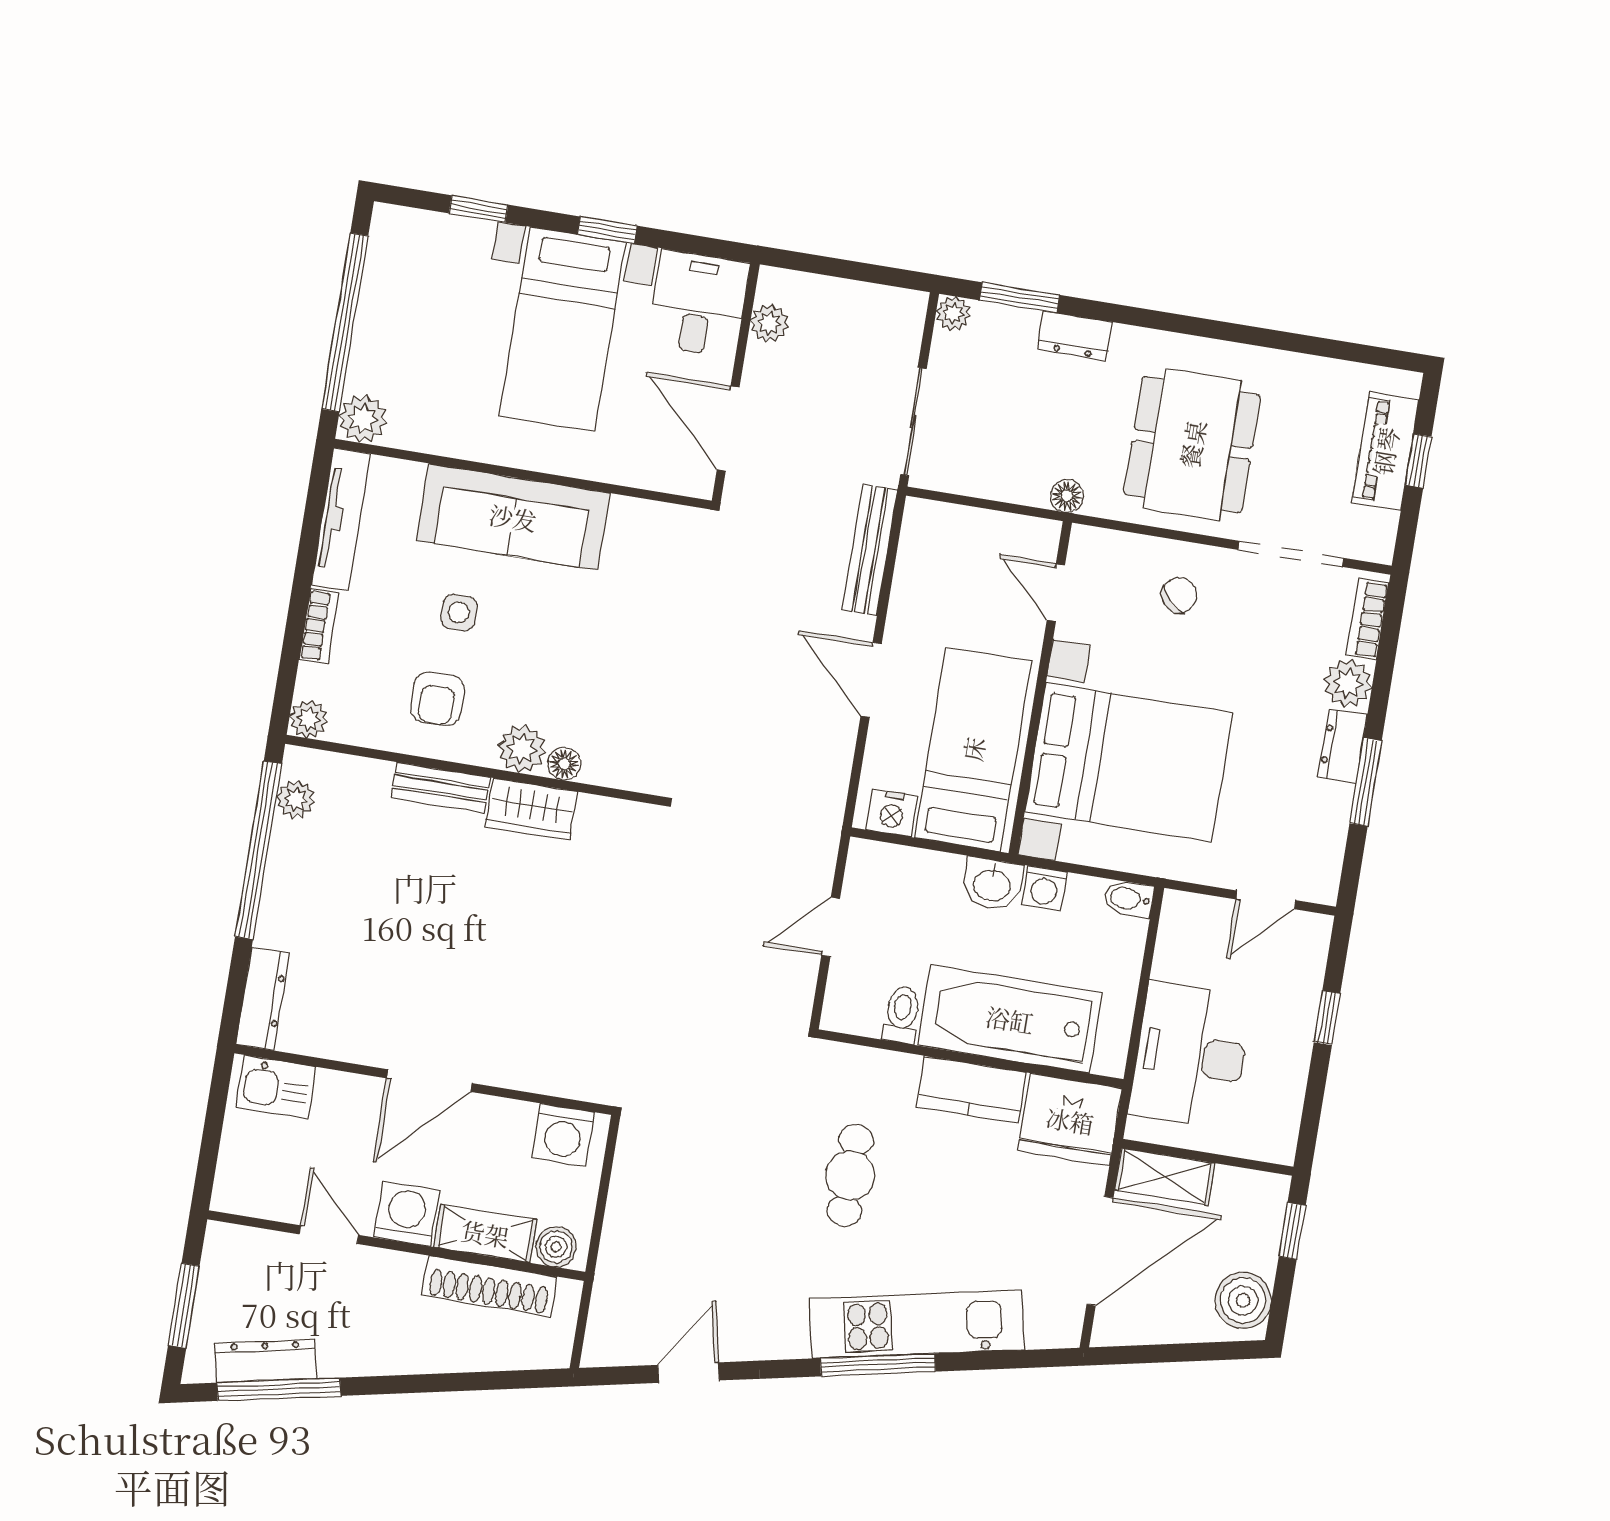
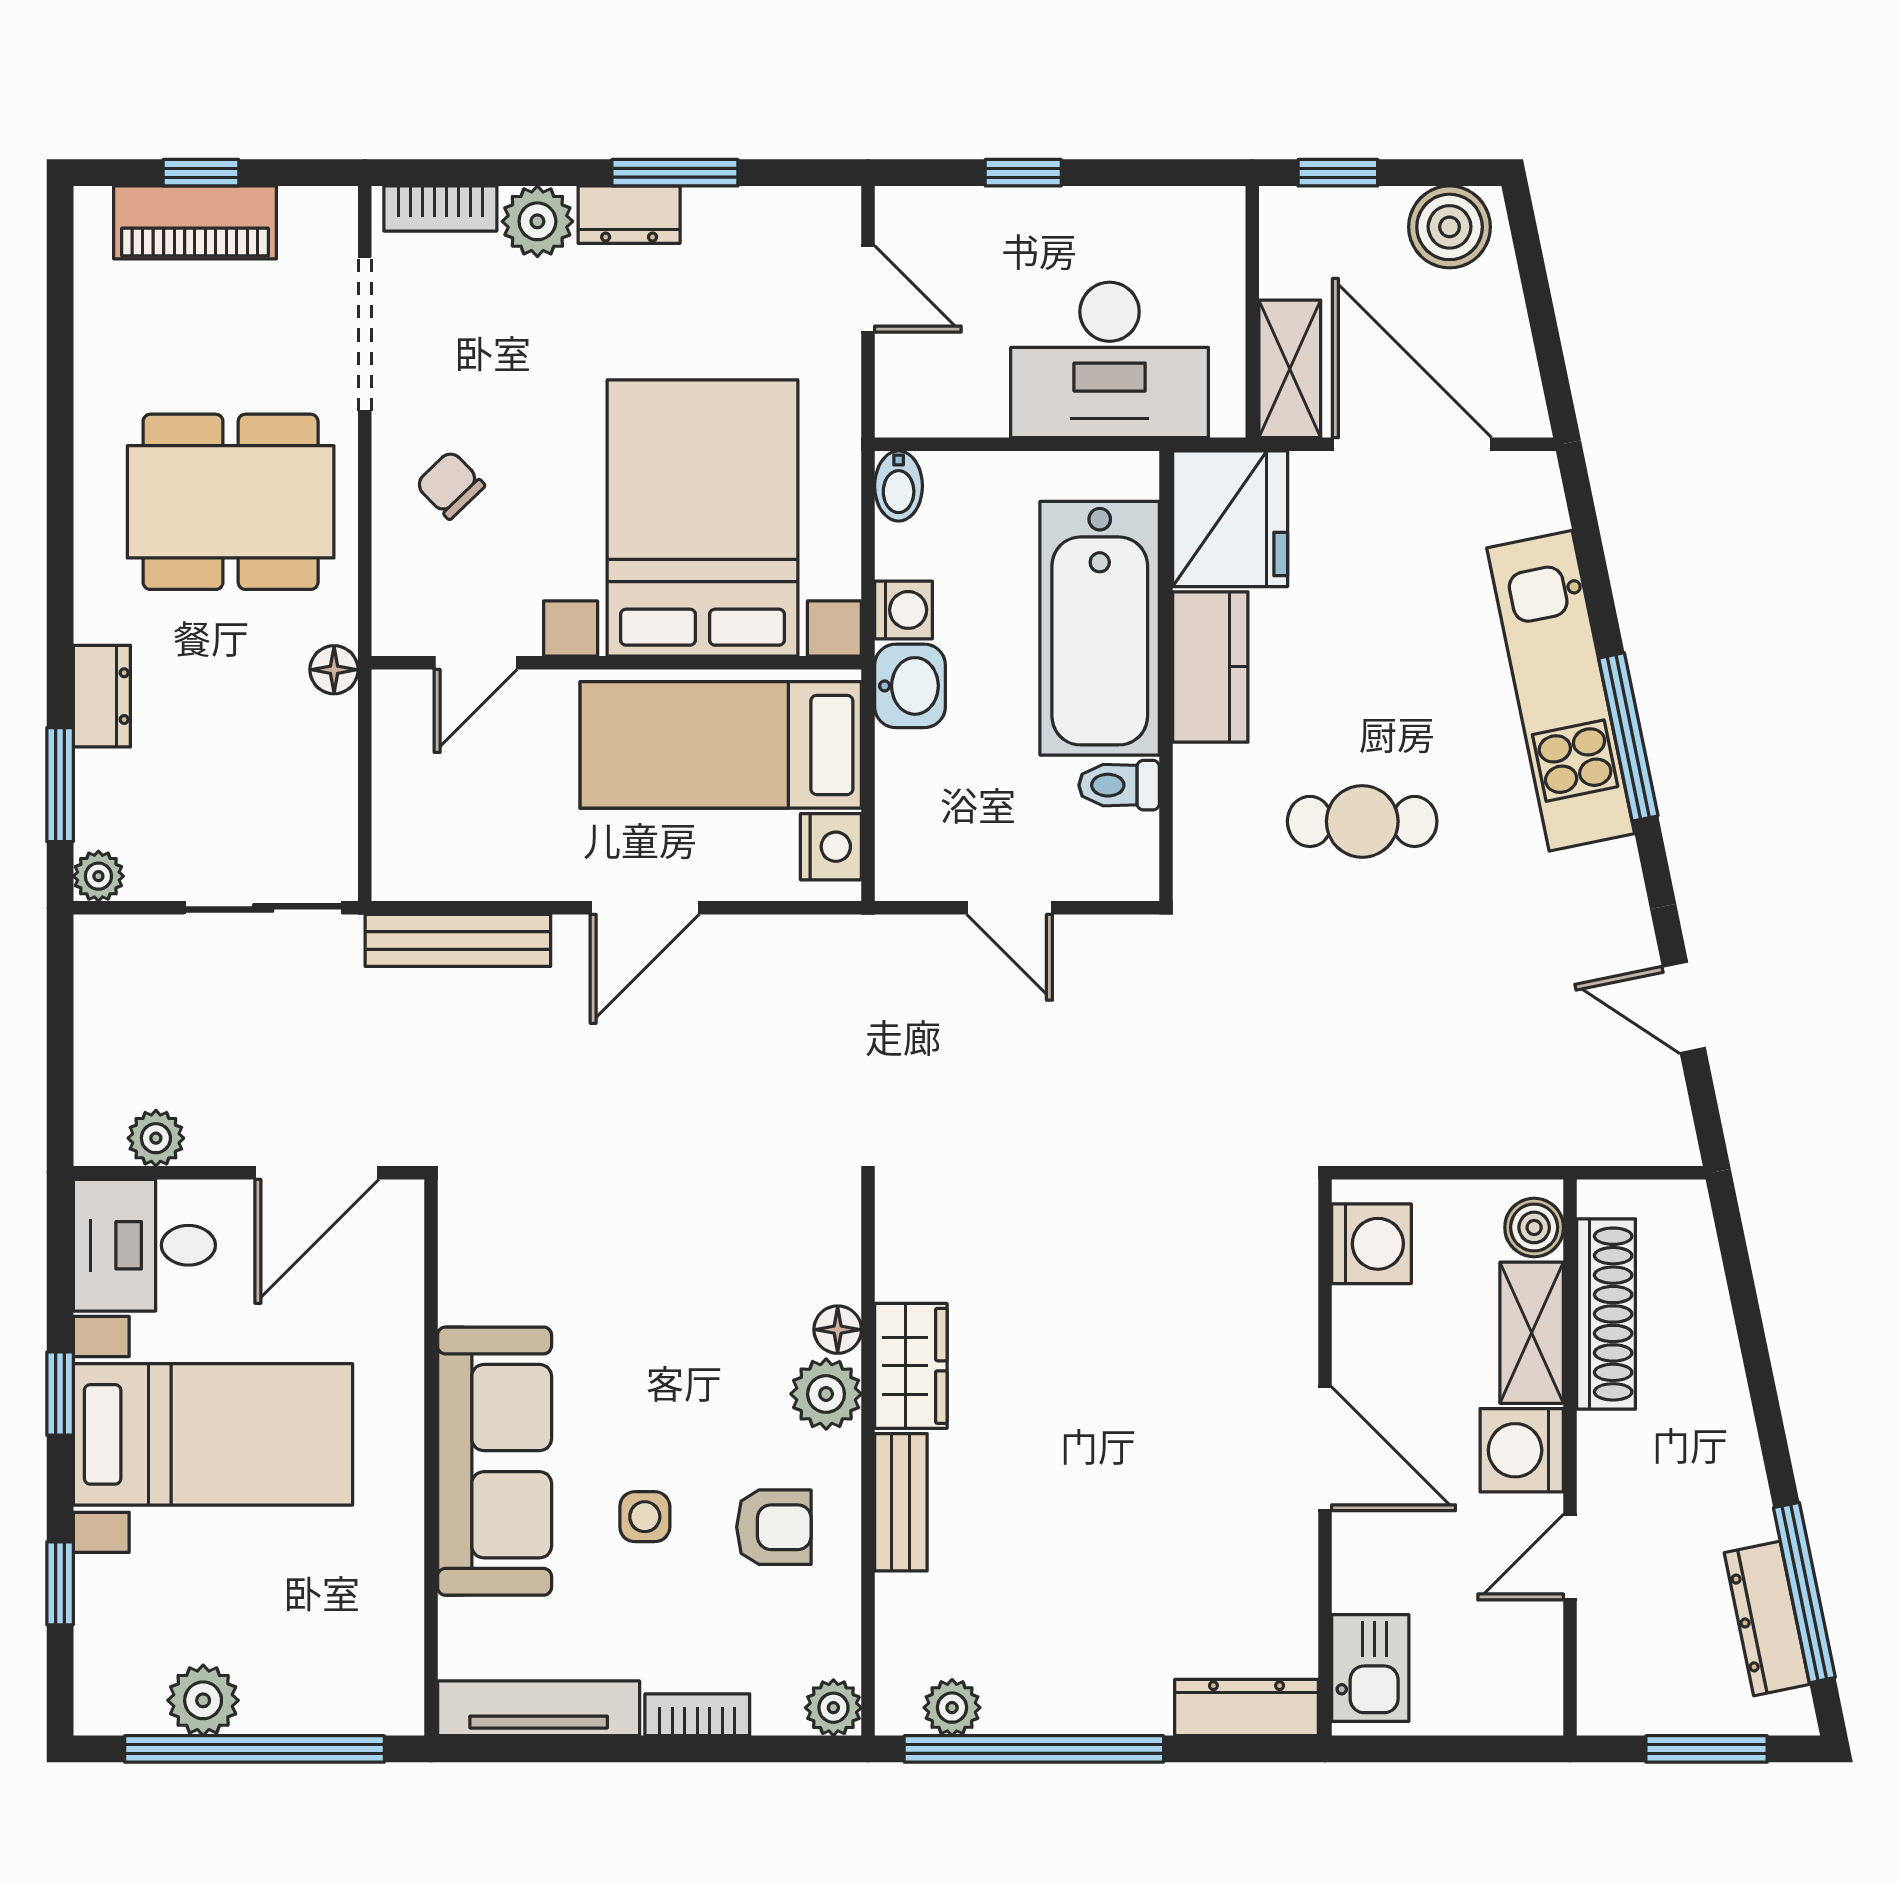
plant: (363, 419) -> (203, 1700), moved

